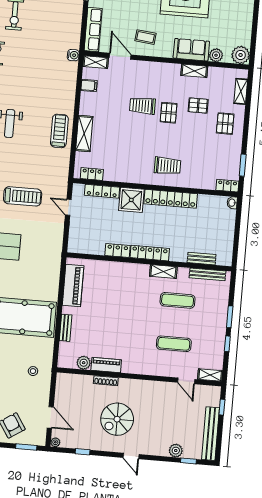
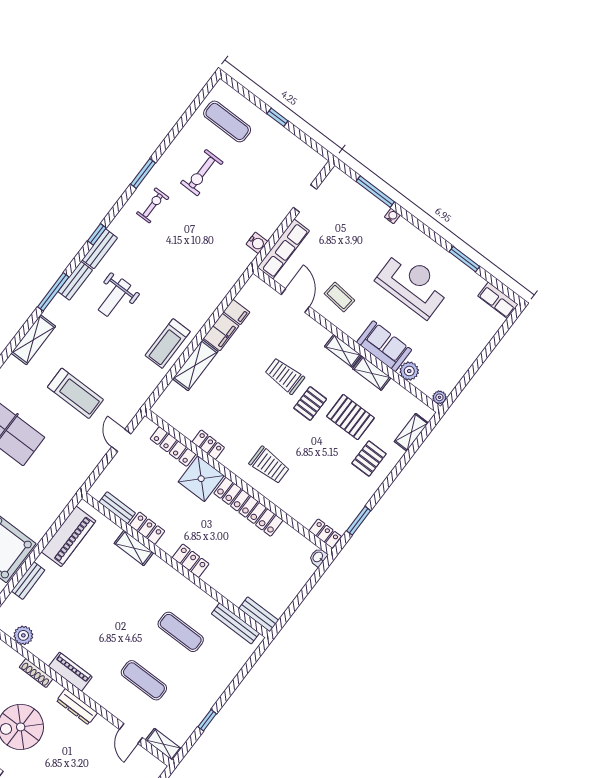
water cooler: (73, 55) -> (257, 243), moved
plant: (241, 55) -> (439, 397), width x0.53, depth x0.53
shelving: (96, 62) -> (343, 351), moved
filing cabinet: (87, 104) -> (221, 332), added
pallet: (198, 106) -> (350, 417), width x1.50, depth x1.42
treadmill: (59, 131) -> (168, 344), turned 180
locker: (92, 174) -> (208, 445), moved
bench: (92, 250) -> (117, 508), added
locker: (150, 253) -> (191, 561), width x0.66
bench: (202, 259) -> (259, 614), moved
shelving: (163, 272) -> (134, 548), moved
window: (230, 317) -> (230, 690), removed
piano: (106, 365) -> (70, 672), moved
dresser: (143, 385) -> (77, 707), added

